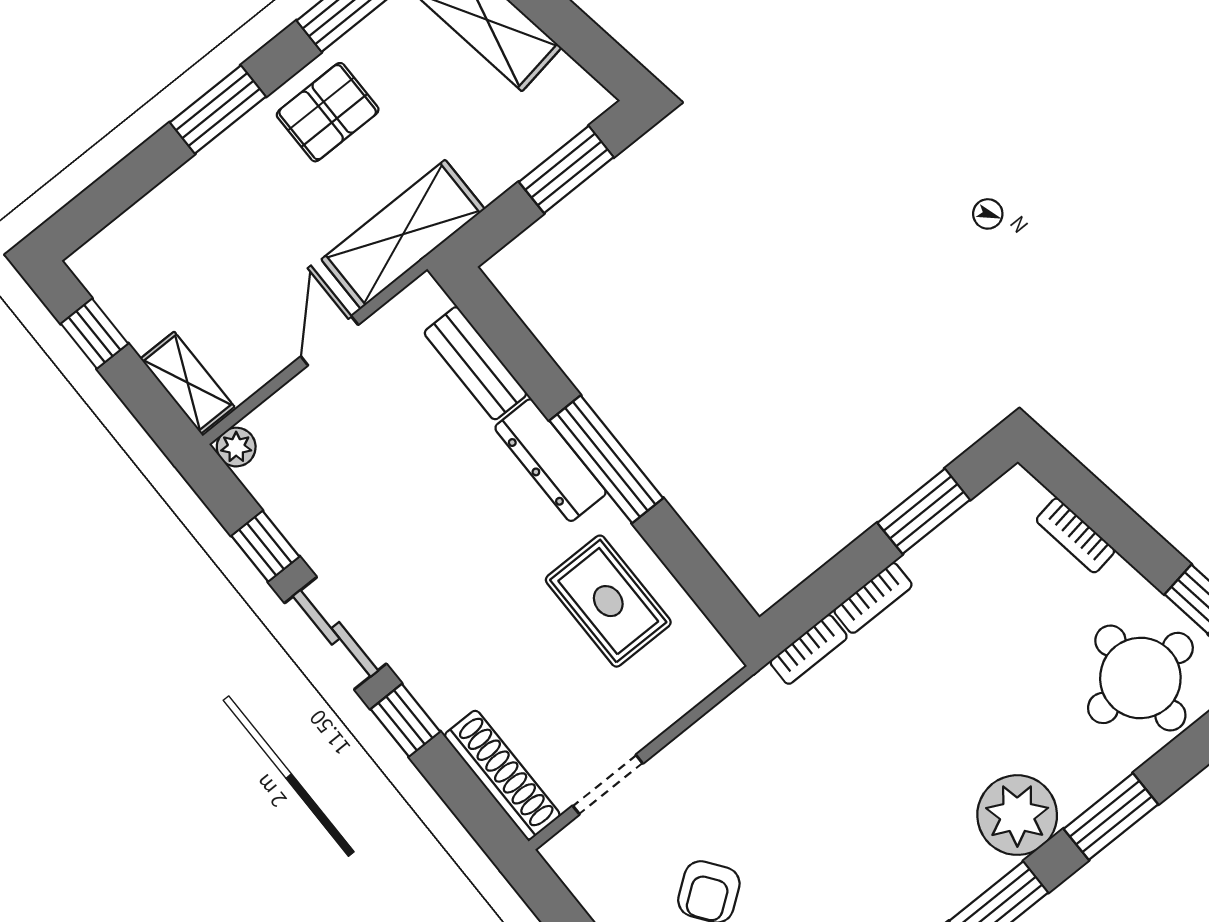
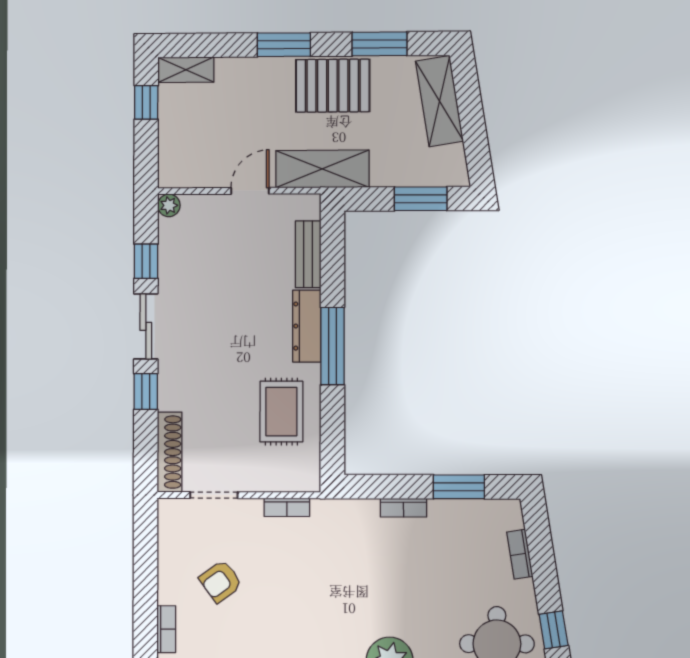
pallet: (328, 112) -> (333, 86), width x1.50, depth x1.42
shelving: (187, 383) -> (186, 70), moved, turned 90
bookcase: (809, 649) -> (287, 507), moved

